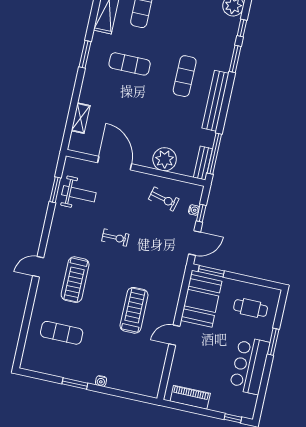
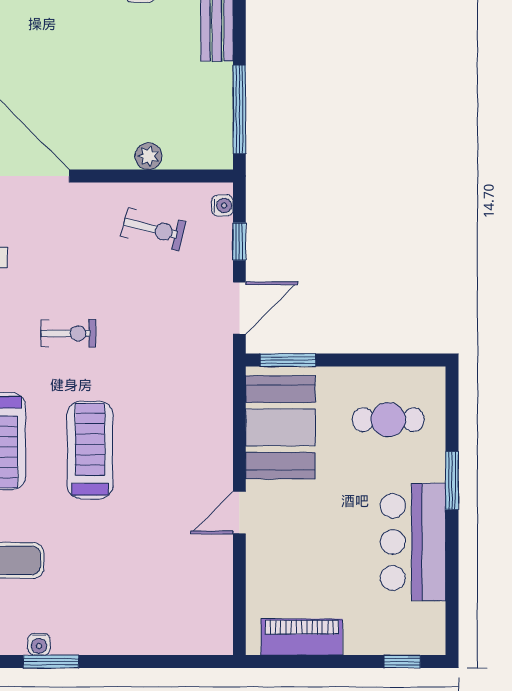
plant: (165, 159) -> (148, 156), width x0.53, depth x0.53
bench: (203, 163) -> (220, 135), removed
water cooler: (194, 210) -> (222, 205), moved
treadmill: (134, 310) -> (90, 450), moved
water cooler: (101, 381) -> (39, 644), moved

